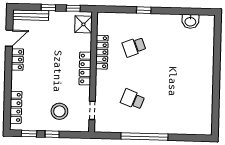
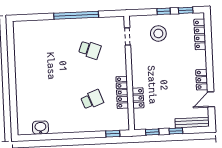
window: (144, 10) -> (113, 134), moved
shower: (83, 24) -> (141, 117), removed
locker: (85, 68) -> (138, 98), moved, width x0.66

